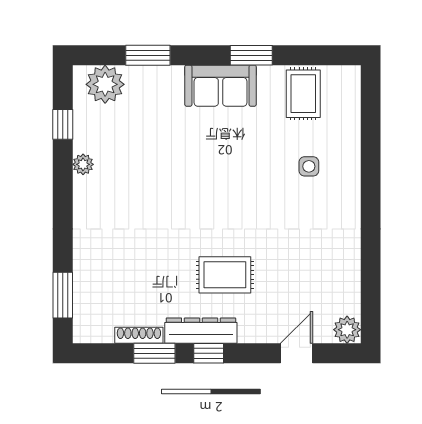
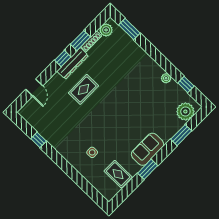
window: (371, 268) -> (39, 140), added
plant: (347, 330) -> (106, 30), moved

